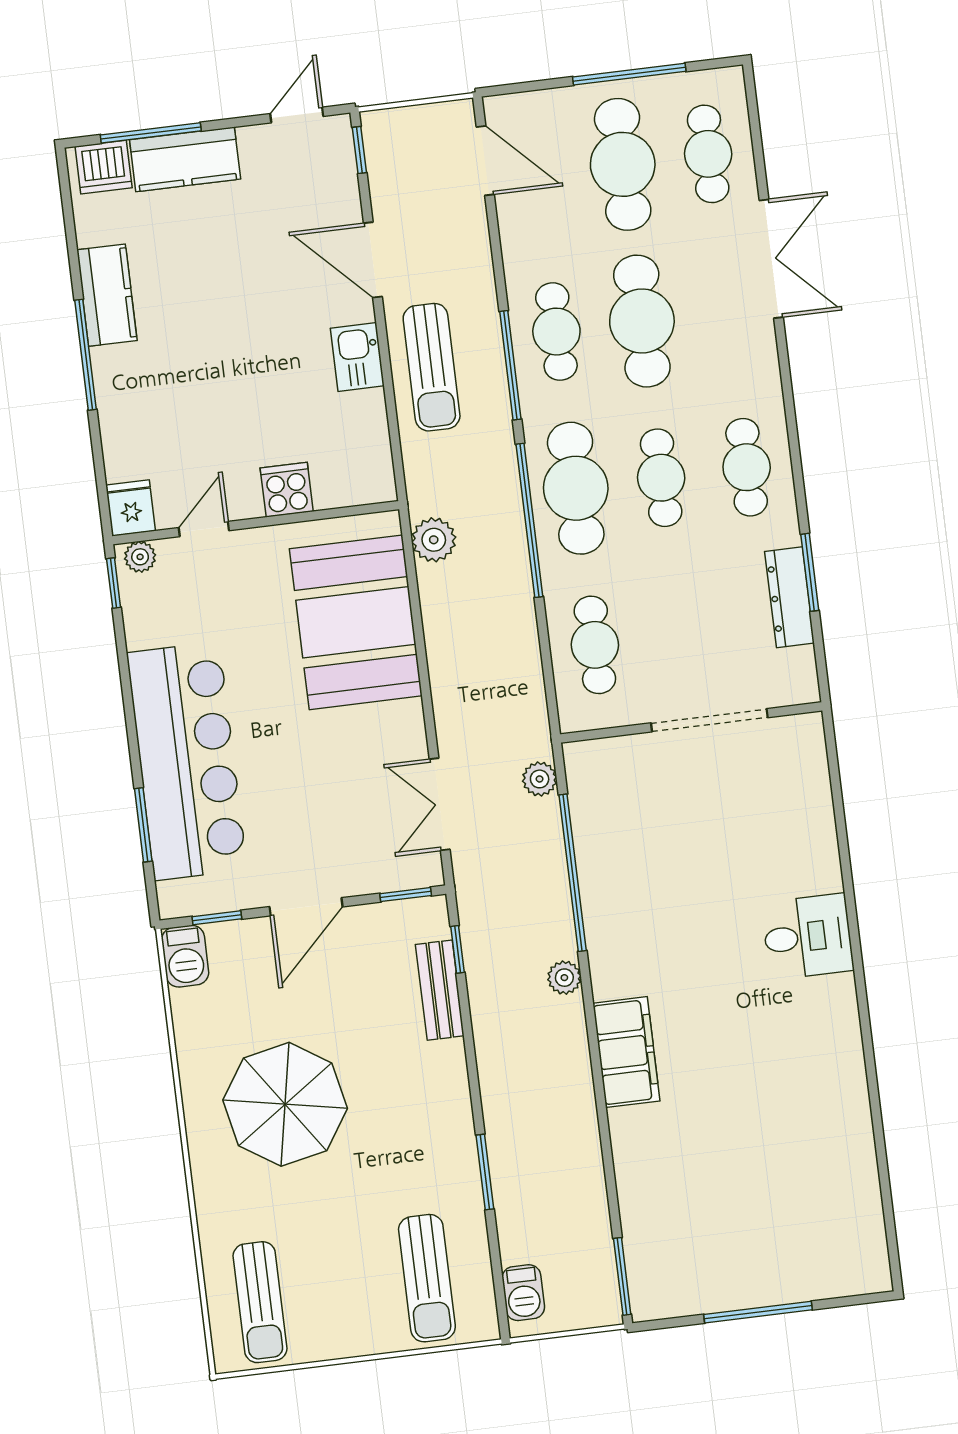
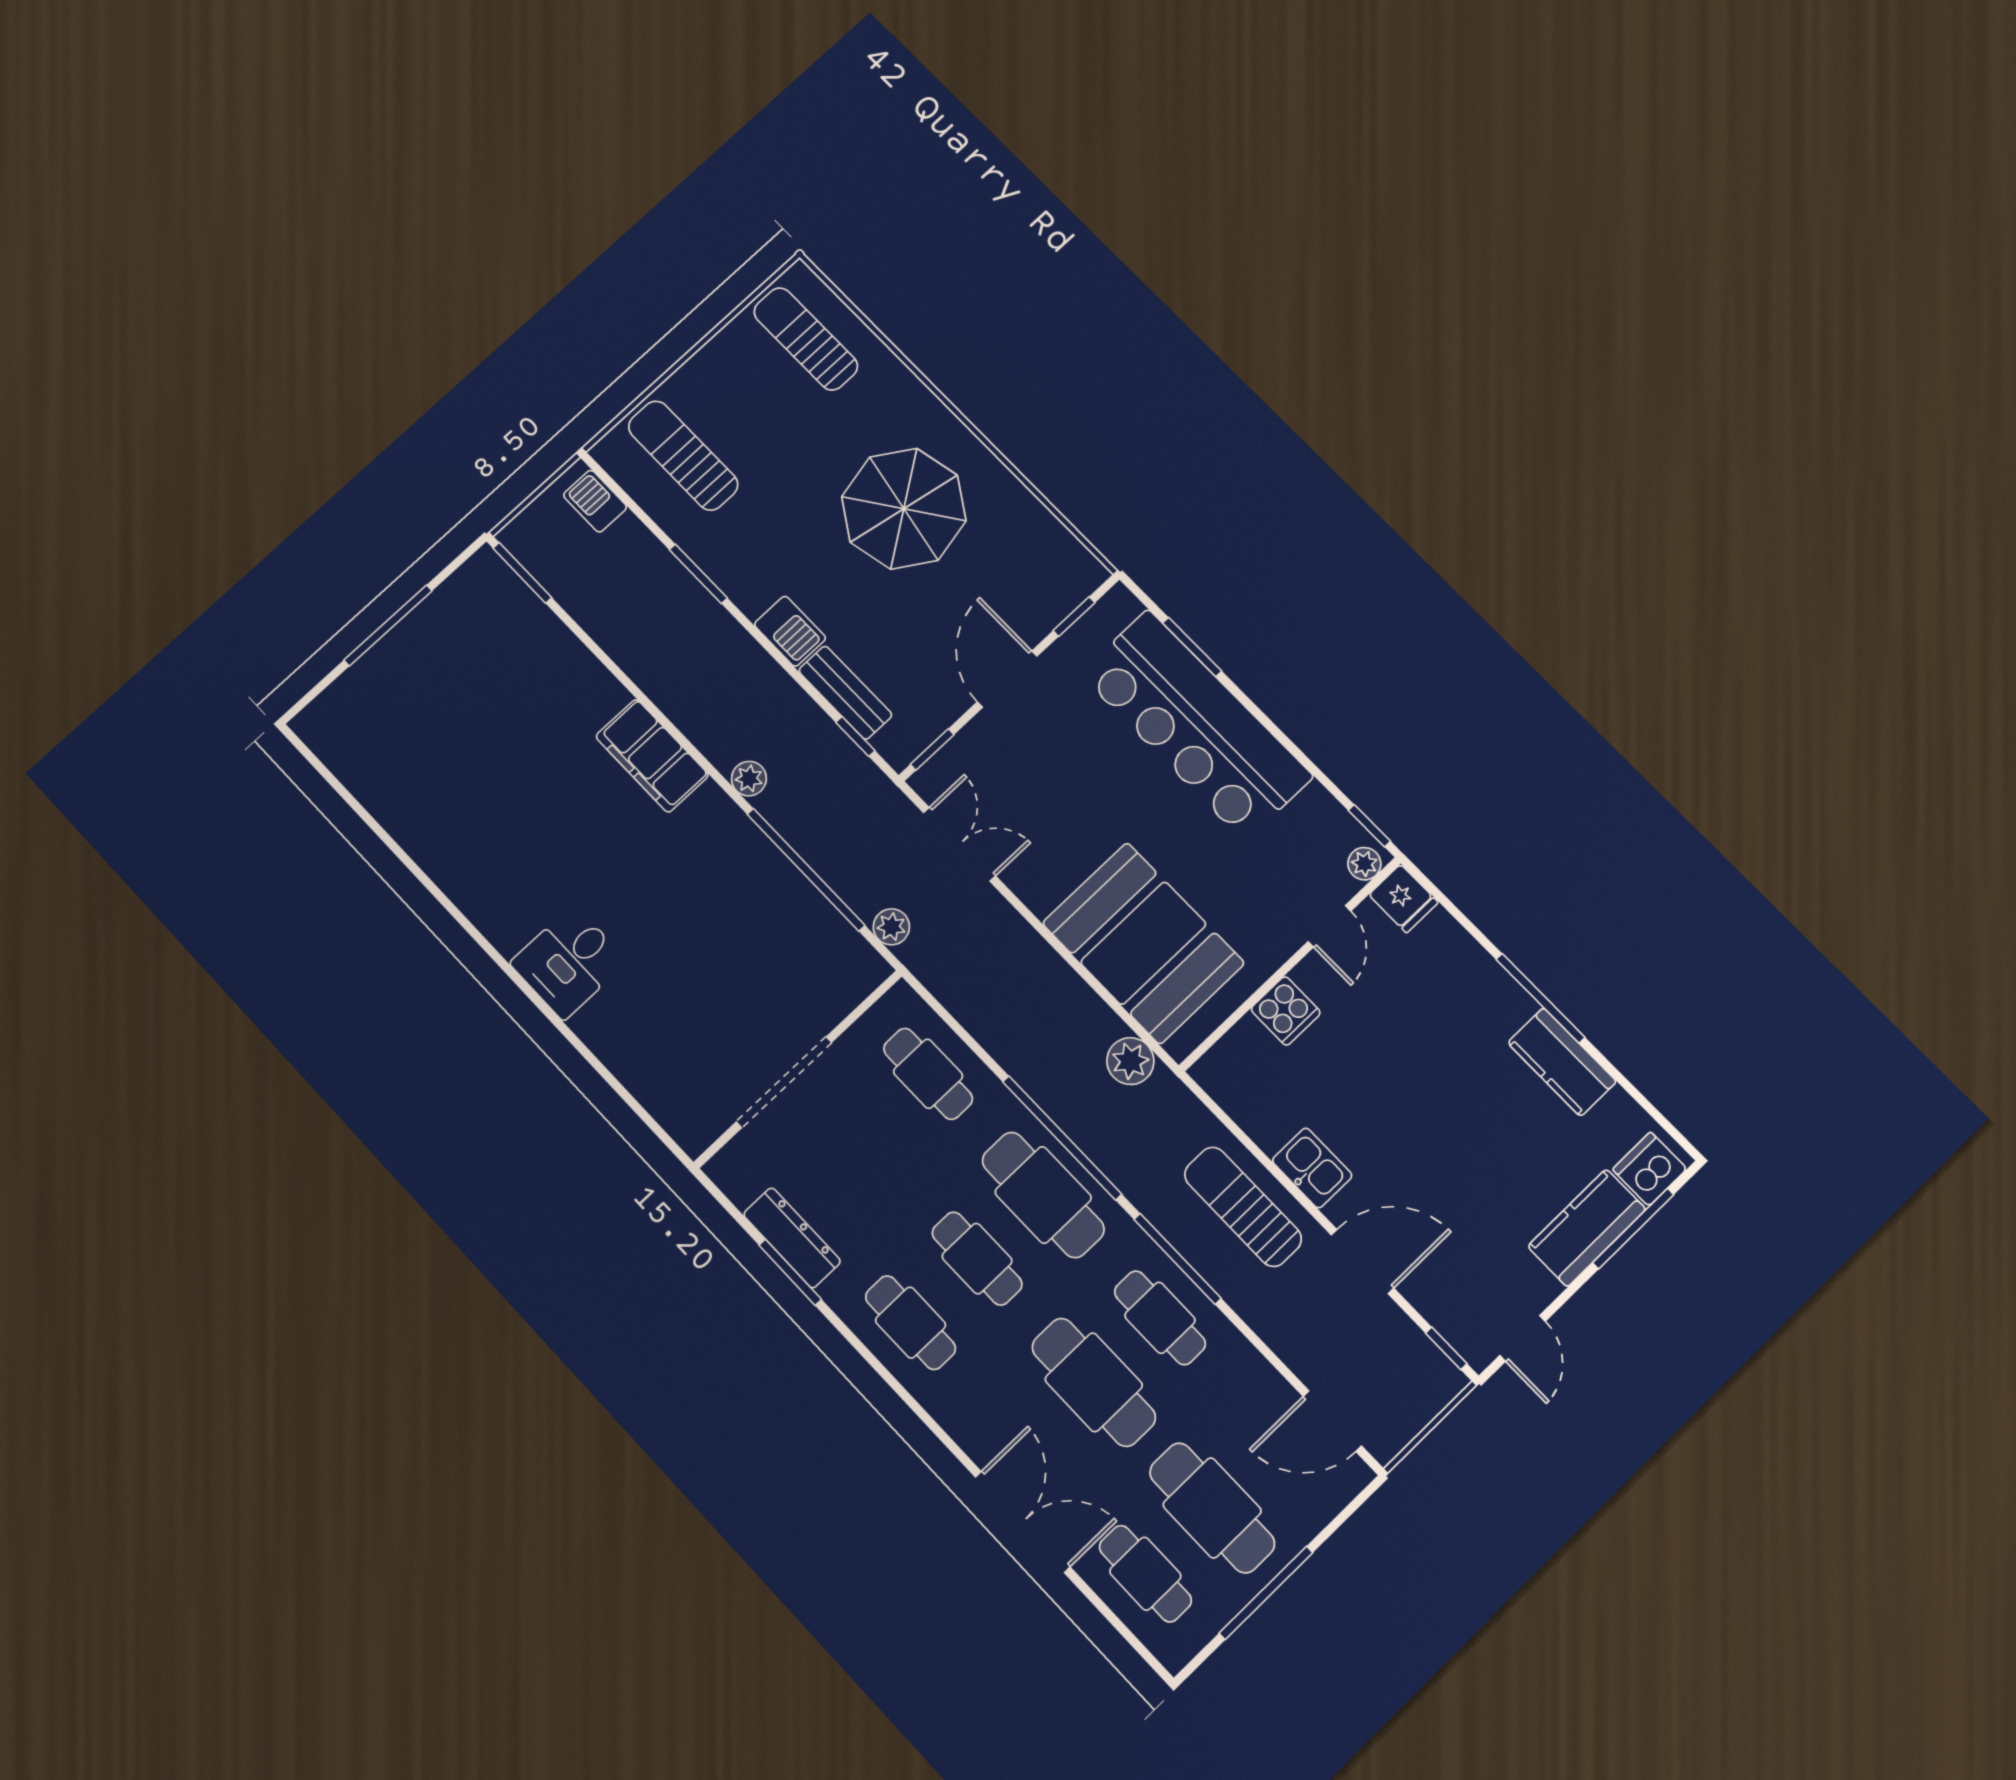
double door: (771, 259) -> (1023, 1522), swing flipped
barbecue: (185, 956) -> (790, 631), moved, turned 180

